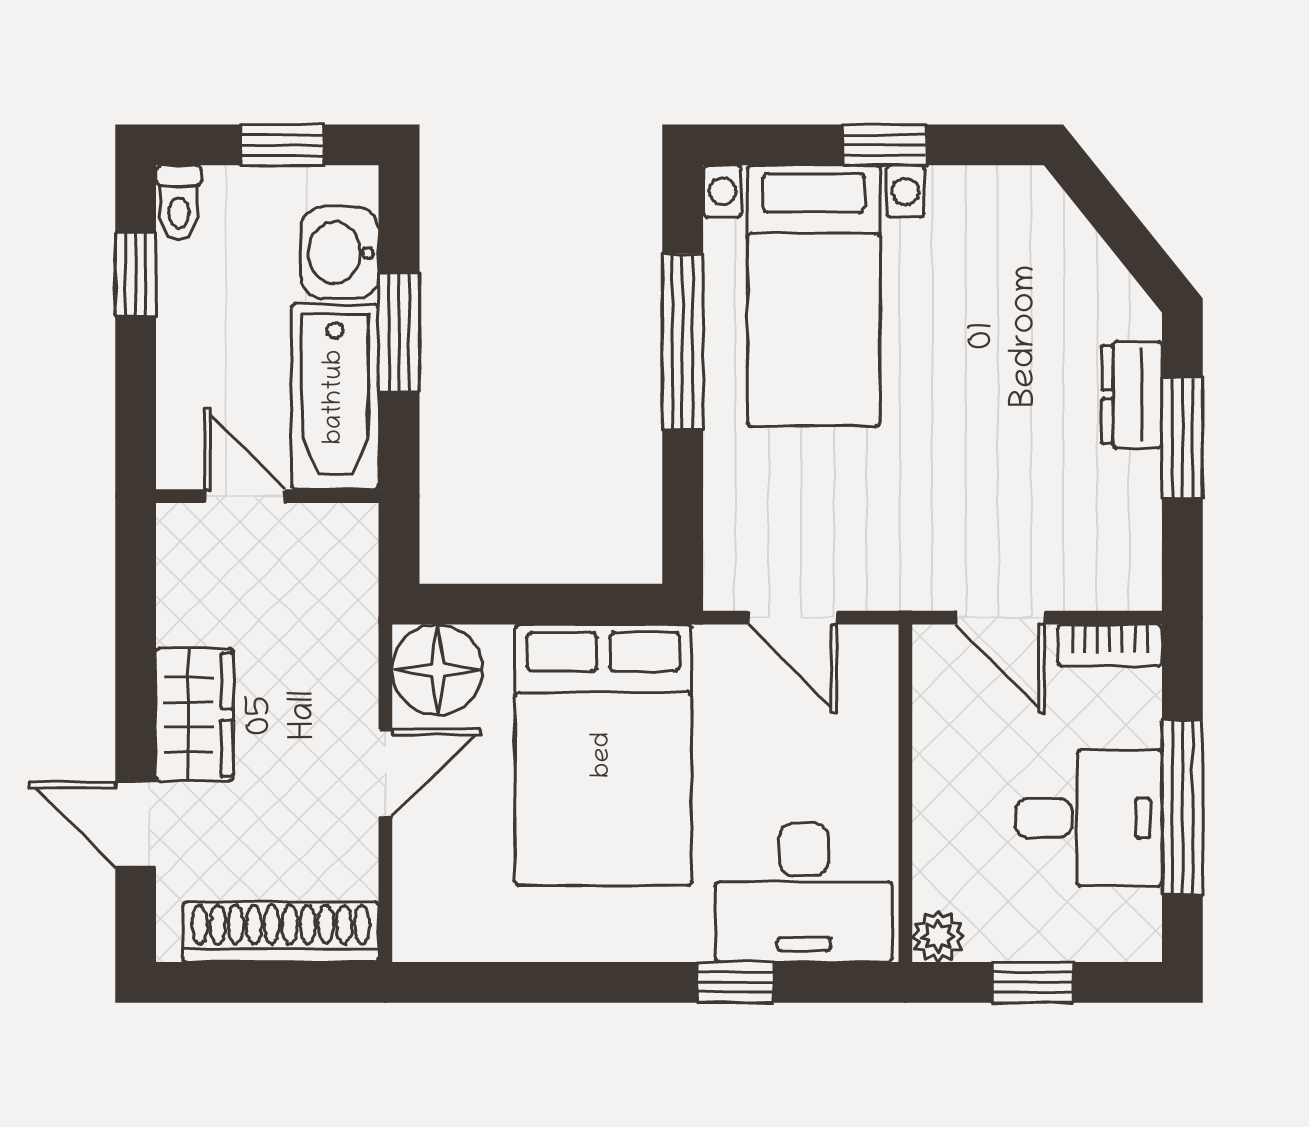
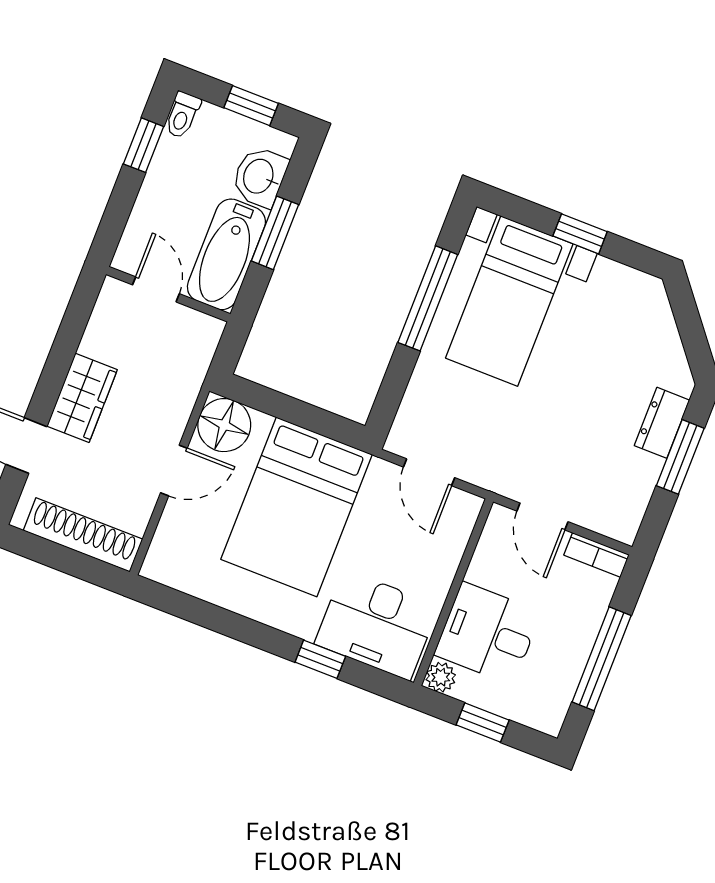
desk: (1089, 818) -> (488, 633), moved, turned 180

